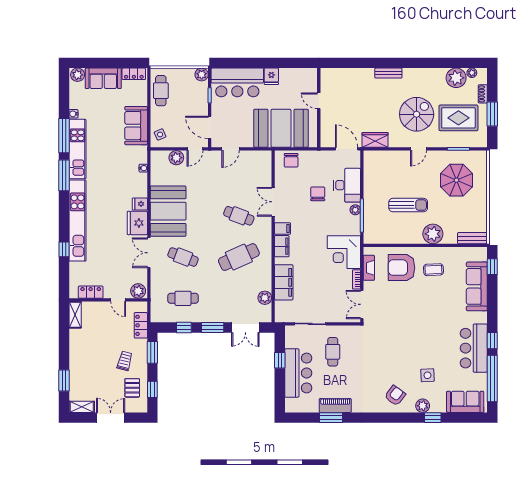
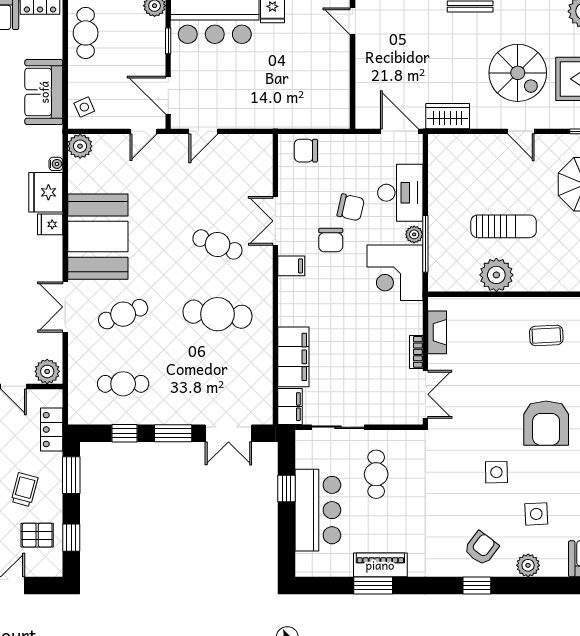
door: (319, 101) -> (353, 21), moved
spiral stairs: (417, 114) -> (518, 73), turned 90
booth: (281, 128) -> (289, 97), removed
door: (418, 149) -> (521, 131), hinge flipped
plant: (176, 158) -> (80, 146), moved
chair: (291, 160) -> (306, 151), turned 90
chair: (318, 194) -> (351, 207), turned 103
chair: (306, 213) -> (331, 240), added
fridge: (137, 223) -> (46, 192), moved
plant: (433, 234) -> (496, 275), moved
filing cabinet: (282, 246) -> (290, 407), moved
corner desk: (344, 252) -> (395, 273), moved
cafe table: (183, 257) -> (123, 314), turned -42
cafe table: (239, 257) -> (217, 314), turned 30
armchair: (402, 268) -> (546, 423), moved, turned -90
plant: (265, 298) -> (261, 383), removed
double door: (362, 304) -> (425, 394), swing flipped
side table: (404, 351) -> (496, 472), added
pallet: (132, 388) -> (37, 535), turned 90
window: (433, 418) -> (477, 585), moved

